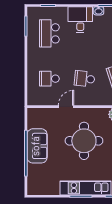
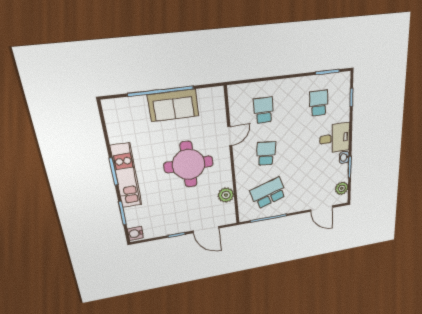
school desk: (49, 33) -> (319, 103), width x0.54
door: (66, 107) -> (230, 136), hinge flipped

